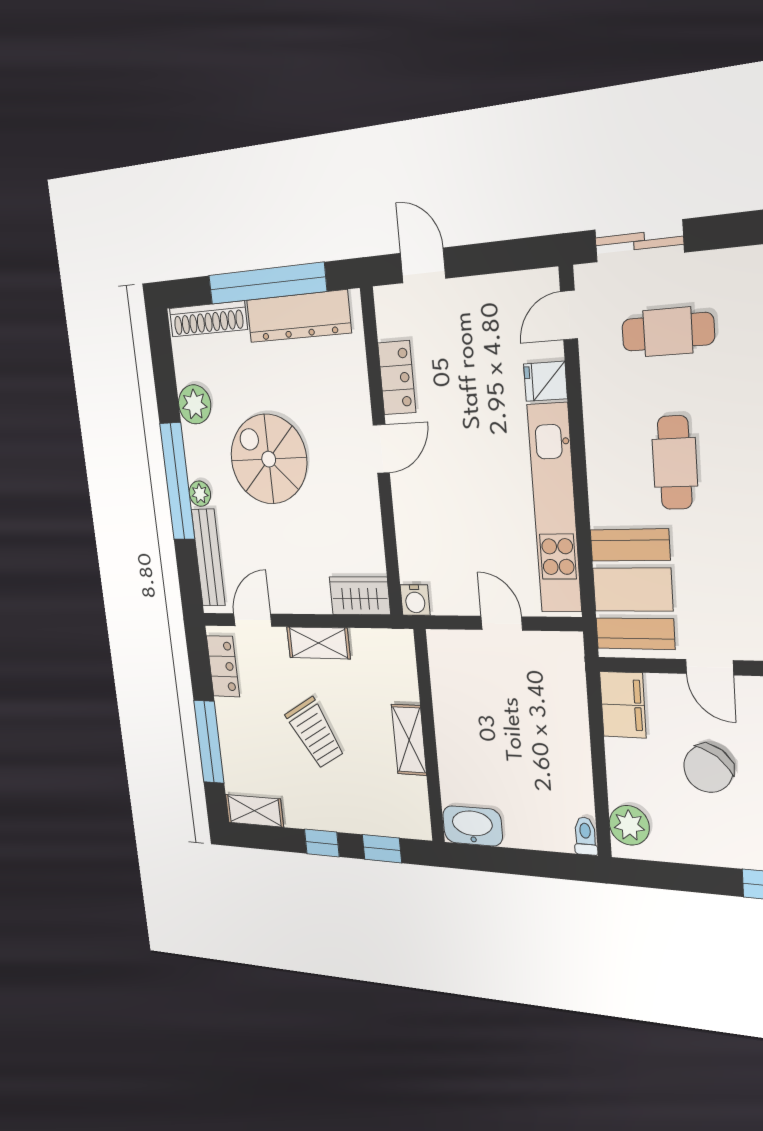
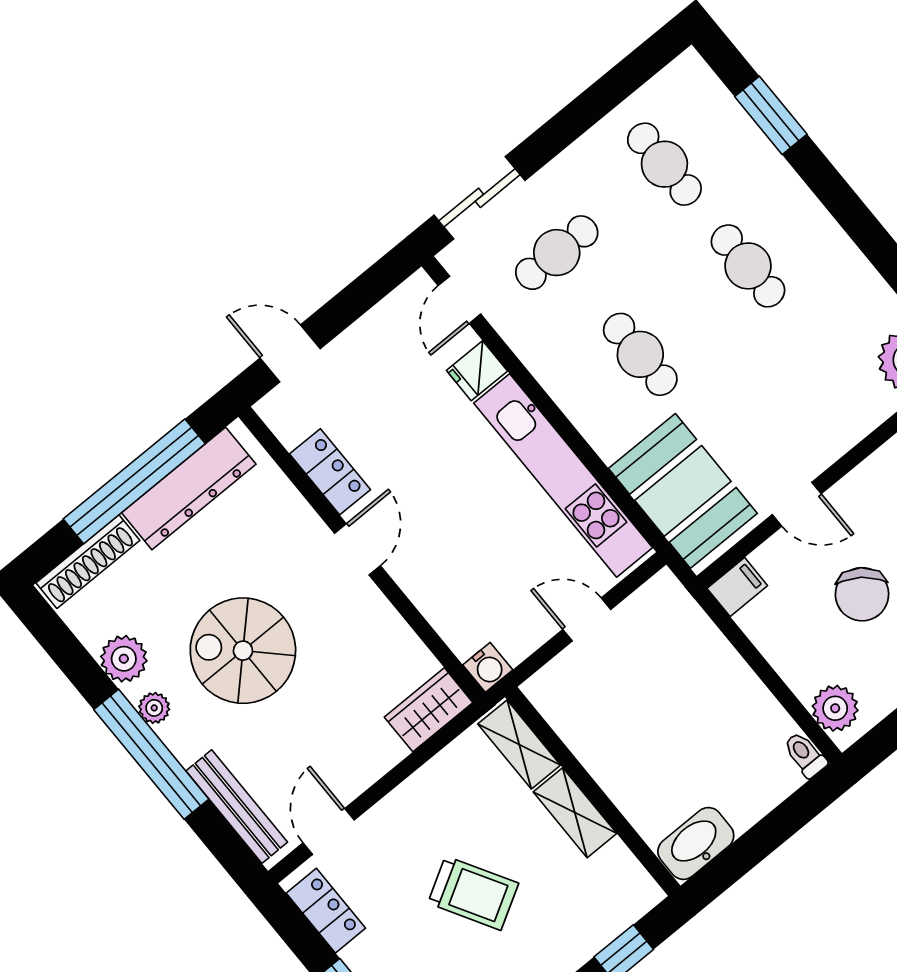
plant: (200, 494) -> (154, 708), moved
shelving: (318, 643) -> (519, 744), moved, turned 90
filing cabinet: (623, 705) -> (737, 587), width x0.50

